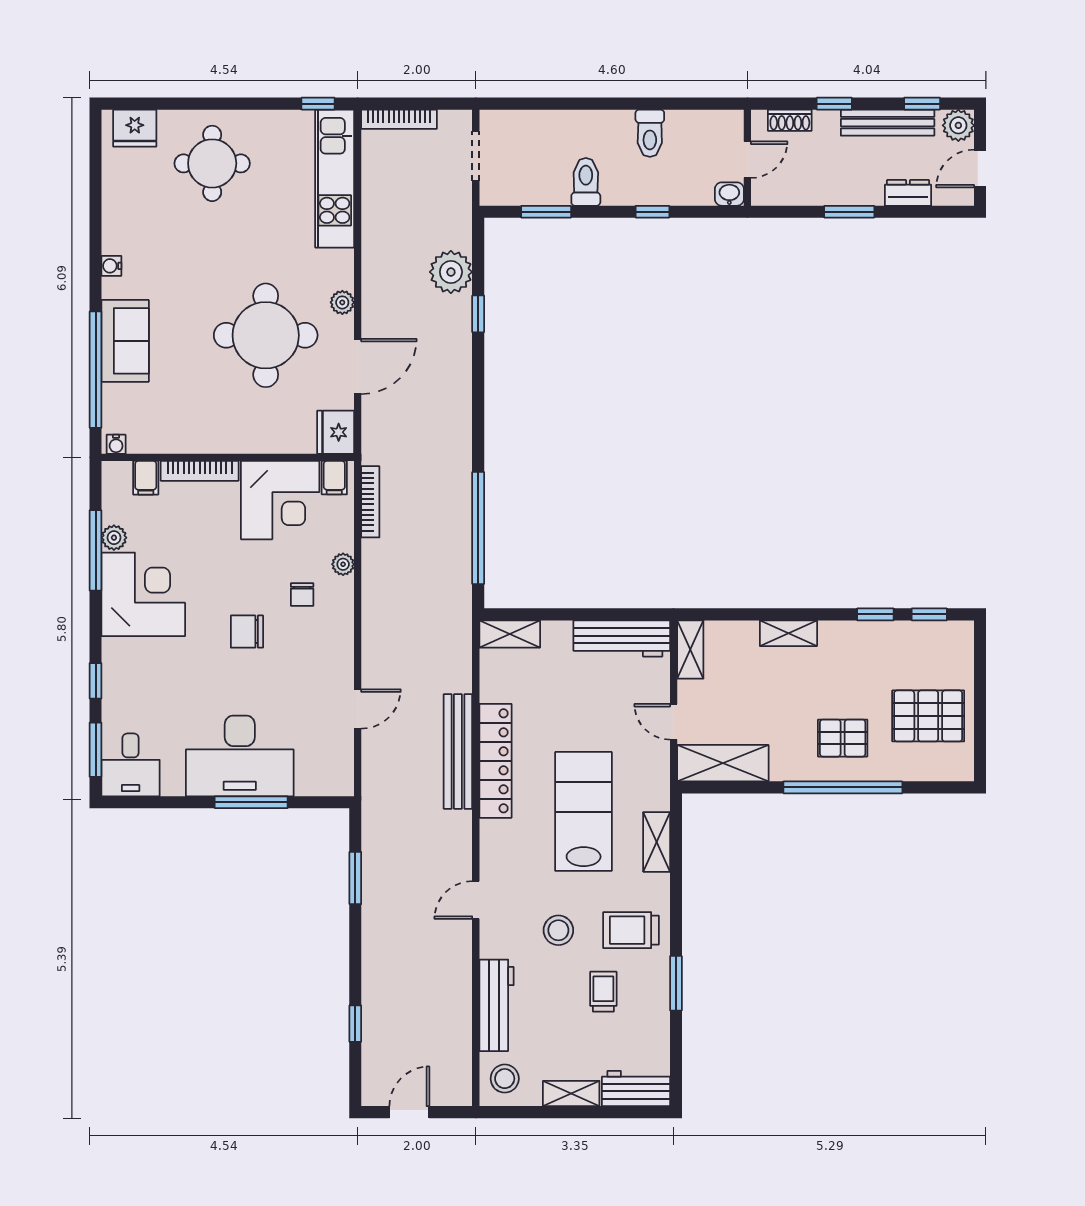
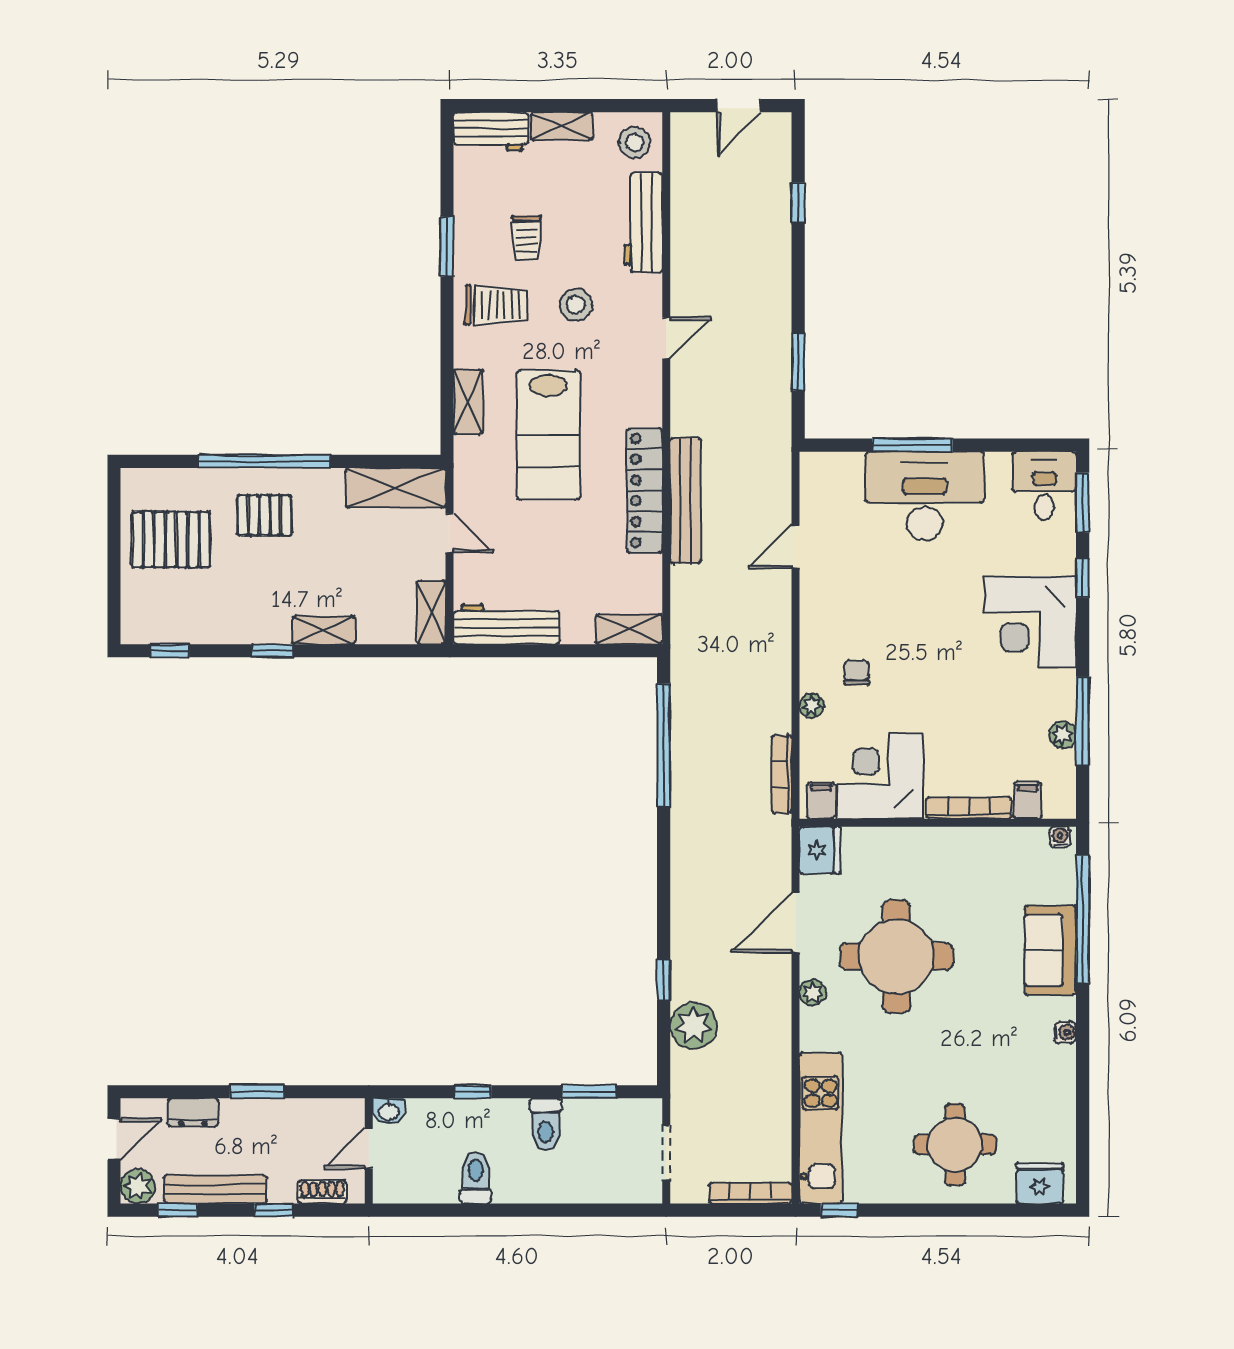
corner desk: (143, 594) -> (1030, 622), moved
window: (875, 614) -> (272, 651), moved
chair: (247, 632) -> (917, 632), removed

